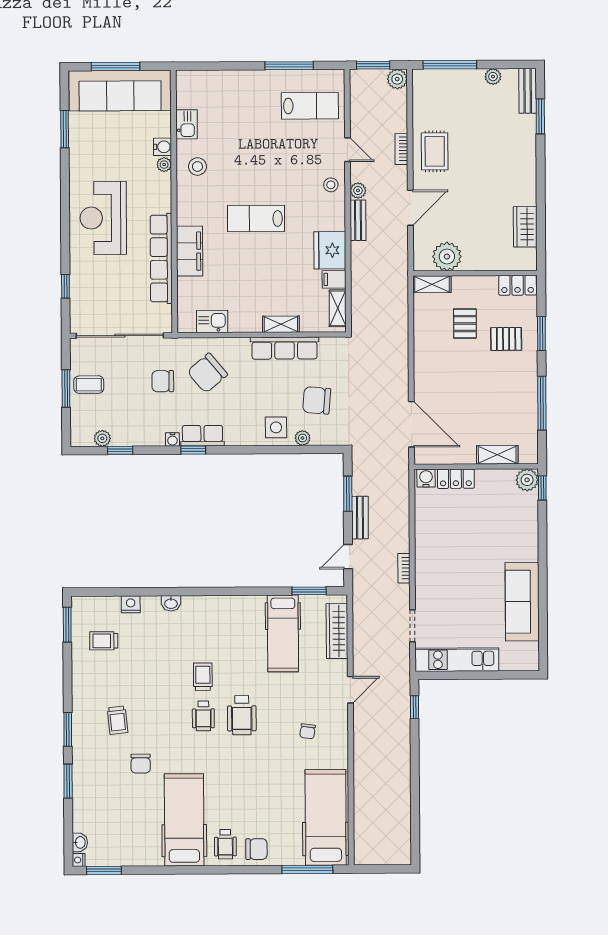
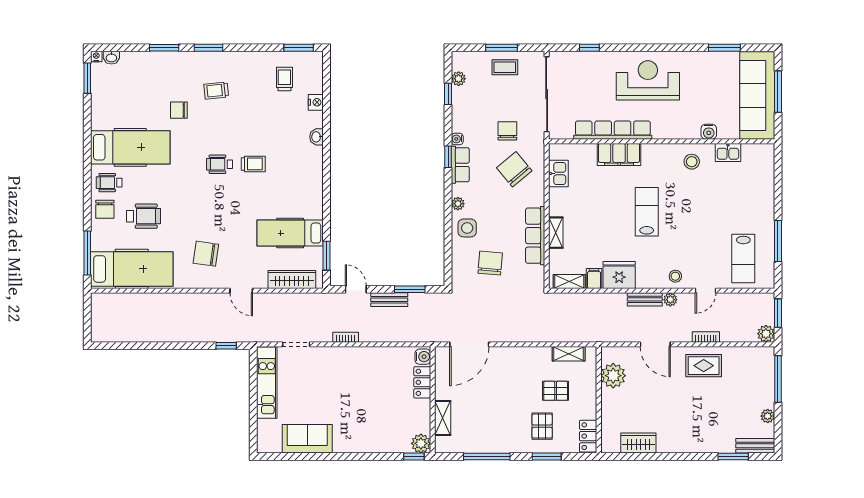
plant: (164, 165) -> (694, 133), removed
shelving: (432, 284) -> (569, 354), moved, turned 90
coffee table: (89, 385) -> (505, 67), turned 90
plant: (303, 438) -> (458, 204), moved
sofa: (522, 602) -> (307, 439), width x0.73
wheelchair: (242, 715) -> (143, 216), moved, turned 180
chair: (308, 731) -> (206, 254), width x1.87, depth x1.87

